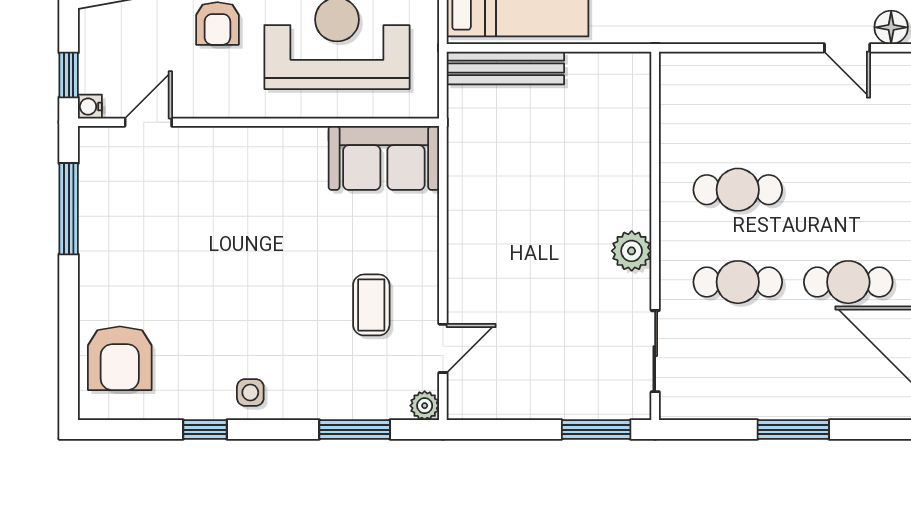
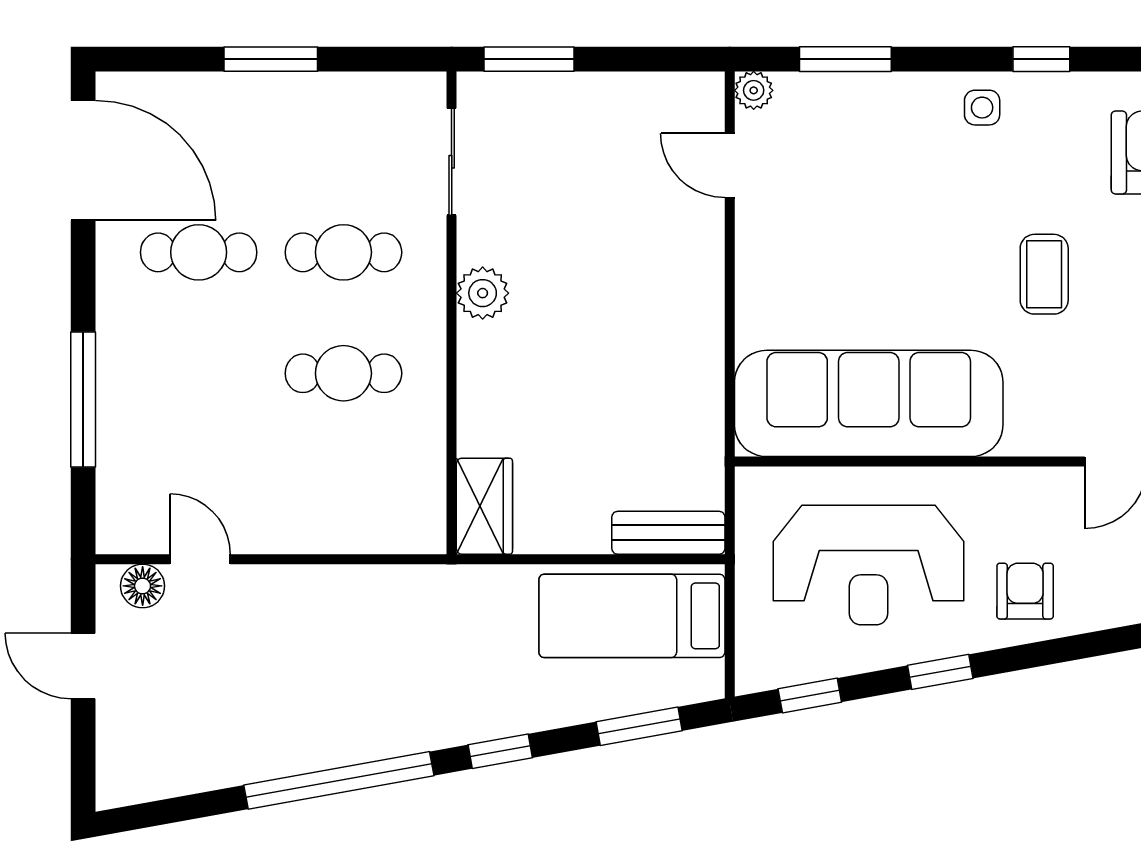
bench: (505, 68) -> (668, 533), width x0.73
wardrobe: (630, 88) -> (484, 506), added
sofa: (384, 158) -> (869, 403), width x1.85, depth x1.27
coffee table: (371, 305) -> (1044, 274), moved
door: (443, 348) -> (730, 165), hinge flipped

